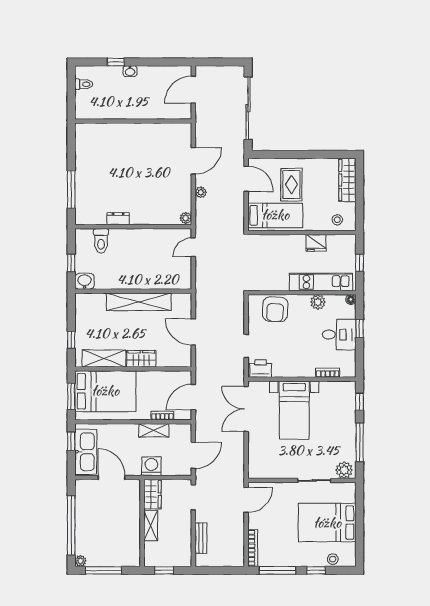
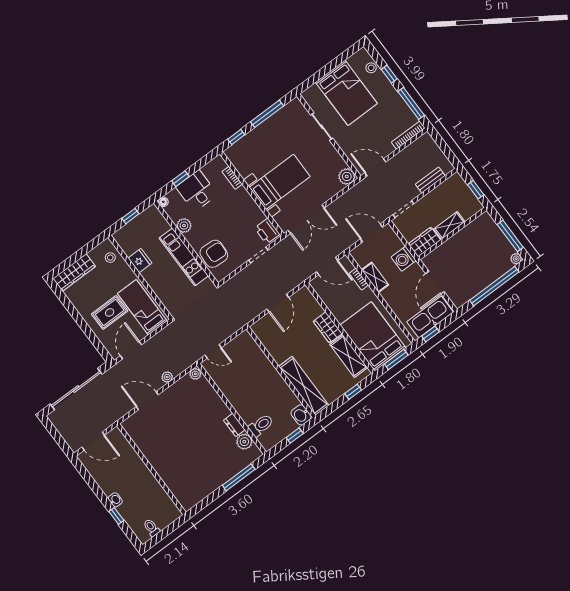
plant: (98, 217) -> (244, 442), added
kitchen unit: (321, 282) -> (184, 257), moved
shelving: (139, 302) -> (304, 386), moved
plant: (344, 470) -> (347, 176), moved

